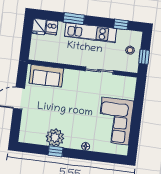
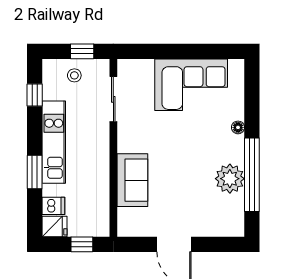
window: (26, 42) -> (82, 244), added
sliding door: (99, 71) -> (113, 99), moved
sofa: (46, 76) -> (132, 180), moved
window: (56, 151) -> (252, 175), width x3.17

